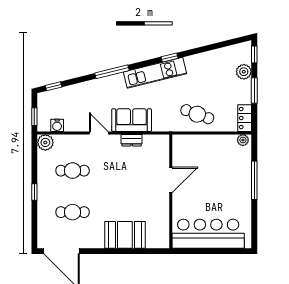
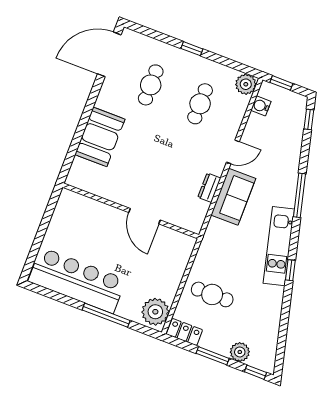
cafe table: (197, 114) -> (212, 294), moved, turned 70
plant: (243, 140) -> (155, 312), width x1.87, depth x1.87
bar counter: (208, 234) -> (77, 280), moved, turned -90

